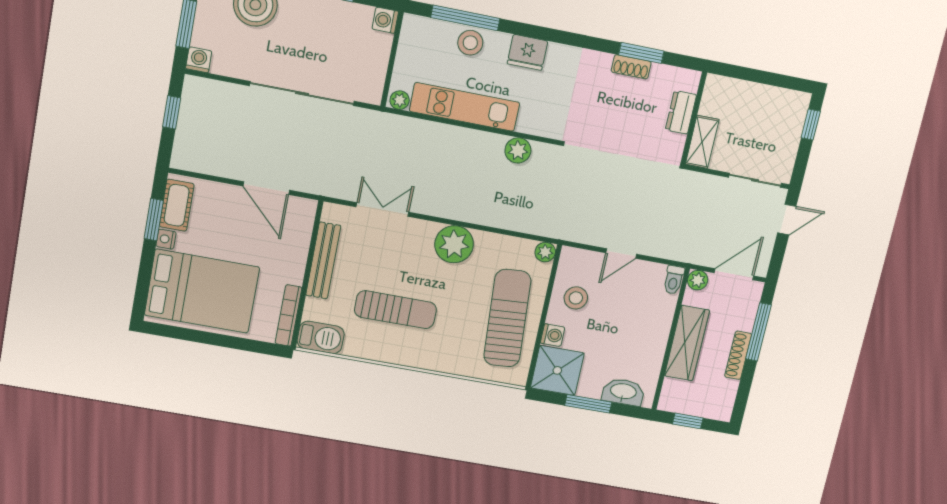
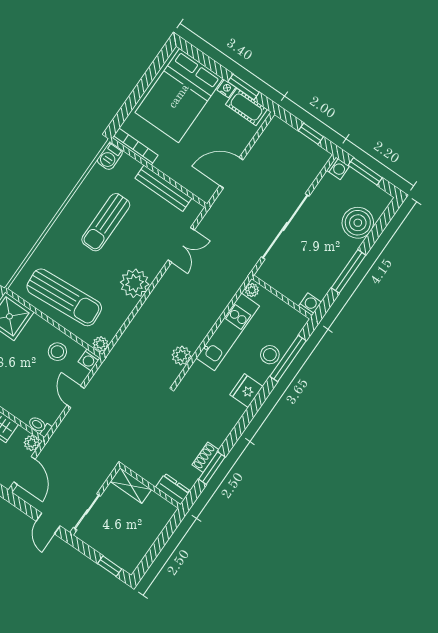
dresser: (681, 112) -> (173, 489), moved
washing machine: (553, 335) -> (89, 360), moved
barbecue: (321, 337) -> (110, 156), width x0.73, depth x0.79

